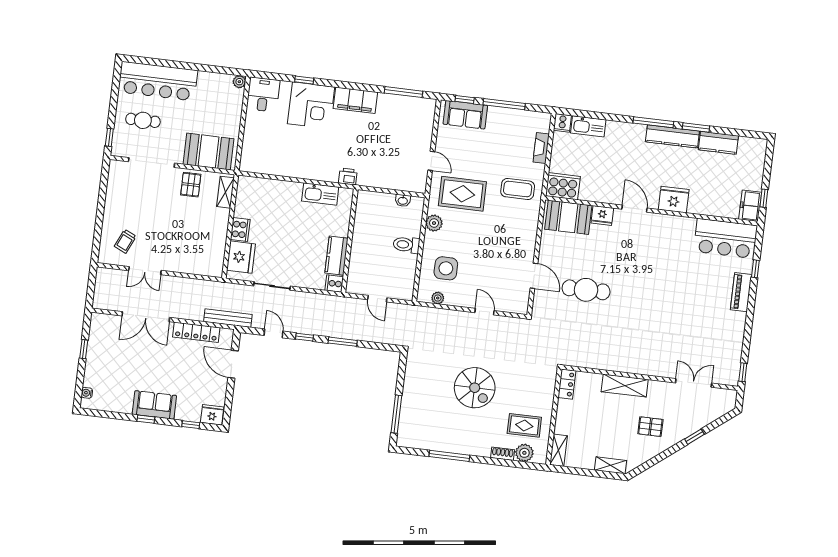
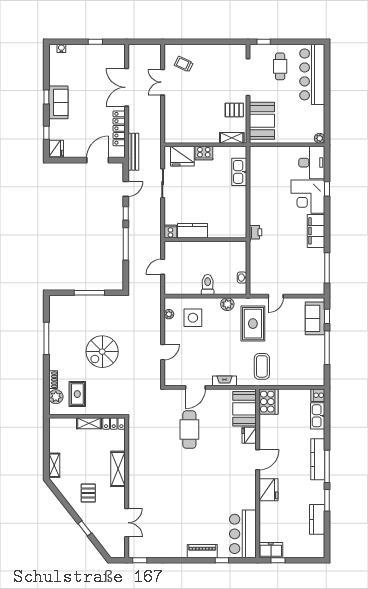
desk: (263, 95) -> (312, 163), width x1.37
kitchen counter: (672, 136) -> (318, 459), moved
fireplace: (541, 148) -> (225, 381), moved
kitchen sink: (320, 194) -> (239, 172), moved
window: (343, 342) -> (126, 244), width x1.44
window: (396, 414) -> (89, 293), moved
shelving: (559, 450) -> (89, 423), moved

